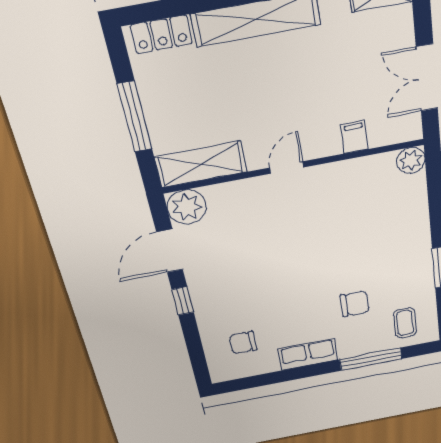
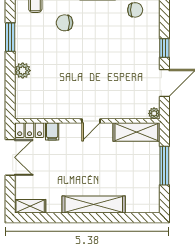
locker: (161, 34) -> (30, 130), moved, turned 180
plant: (411, 160) -> (23, 71), moved
plant: (187, 207) -> (154, 113), width x0.53, depth x0.53

